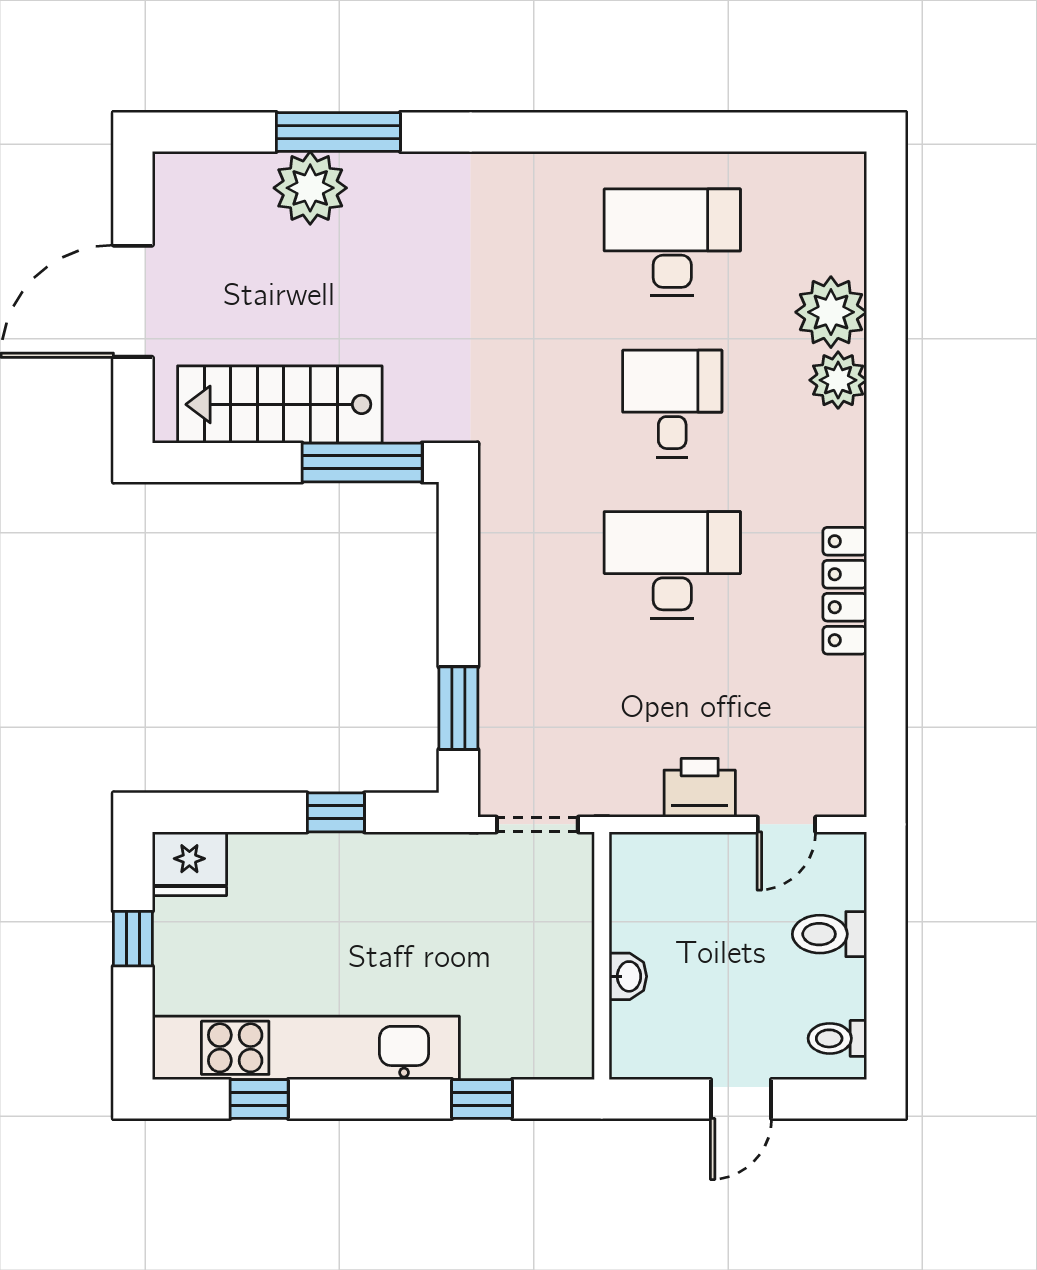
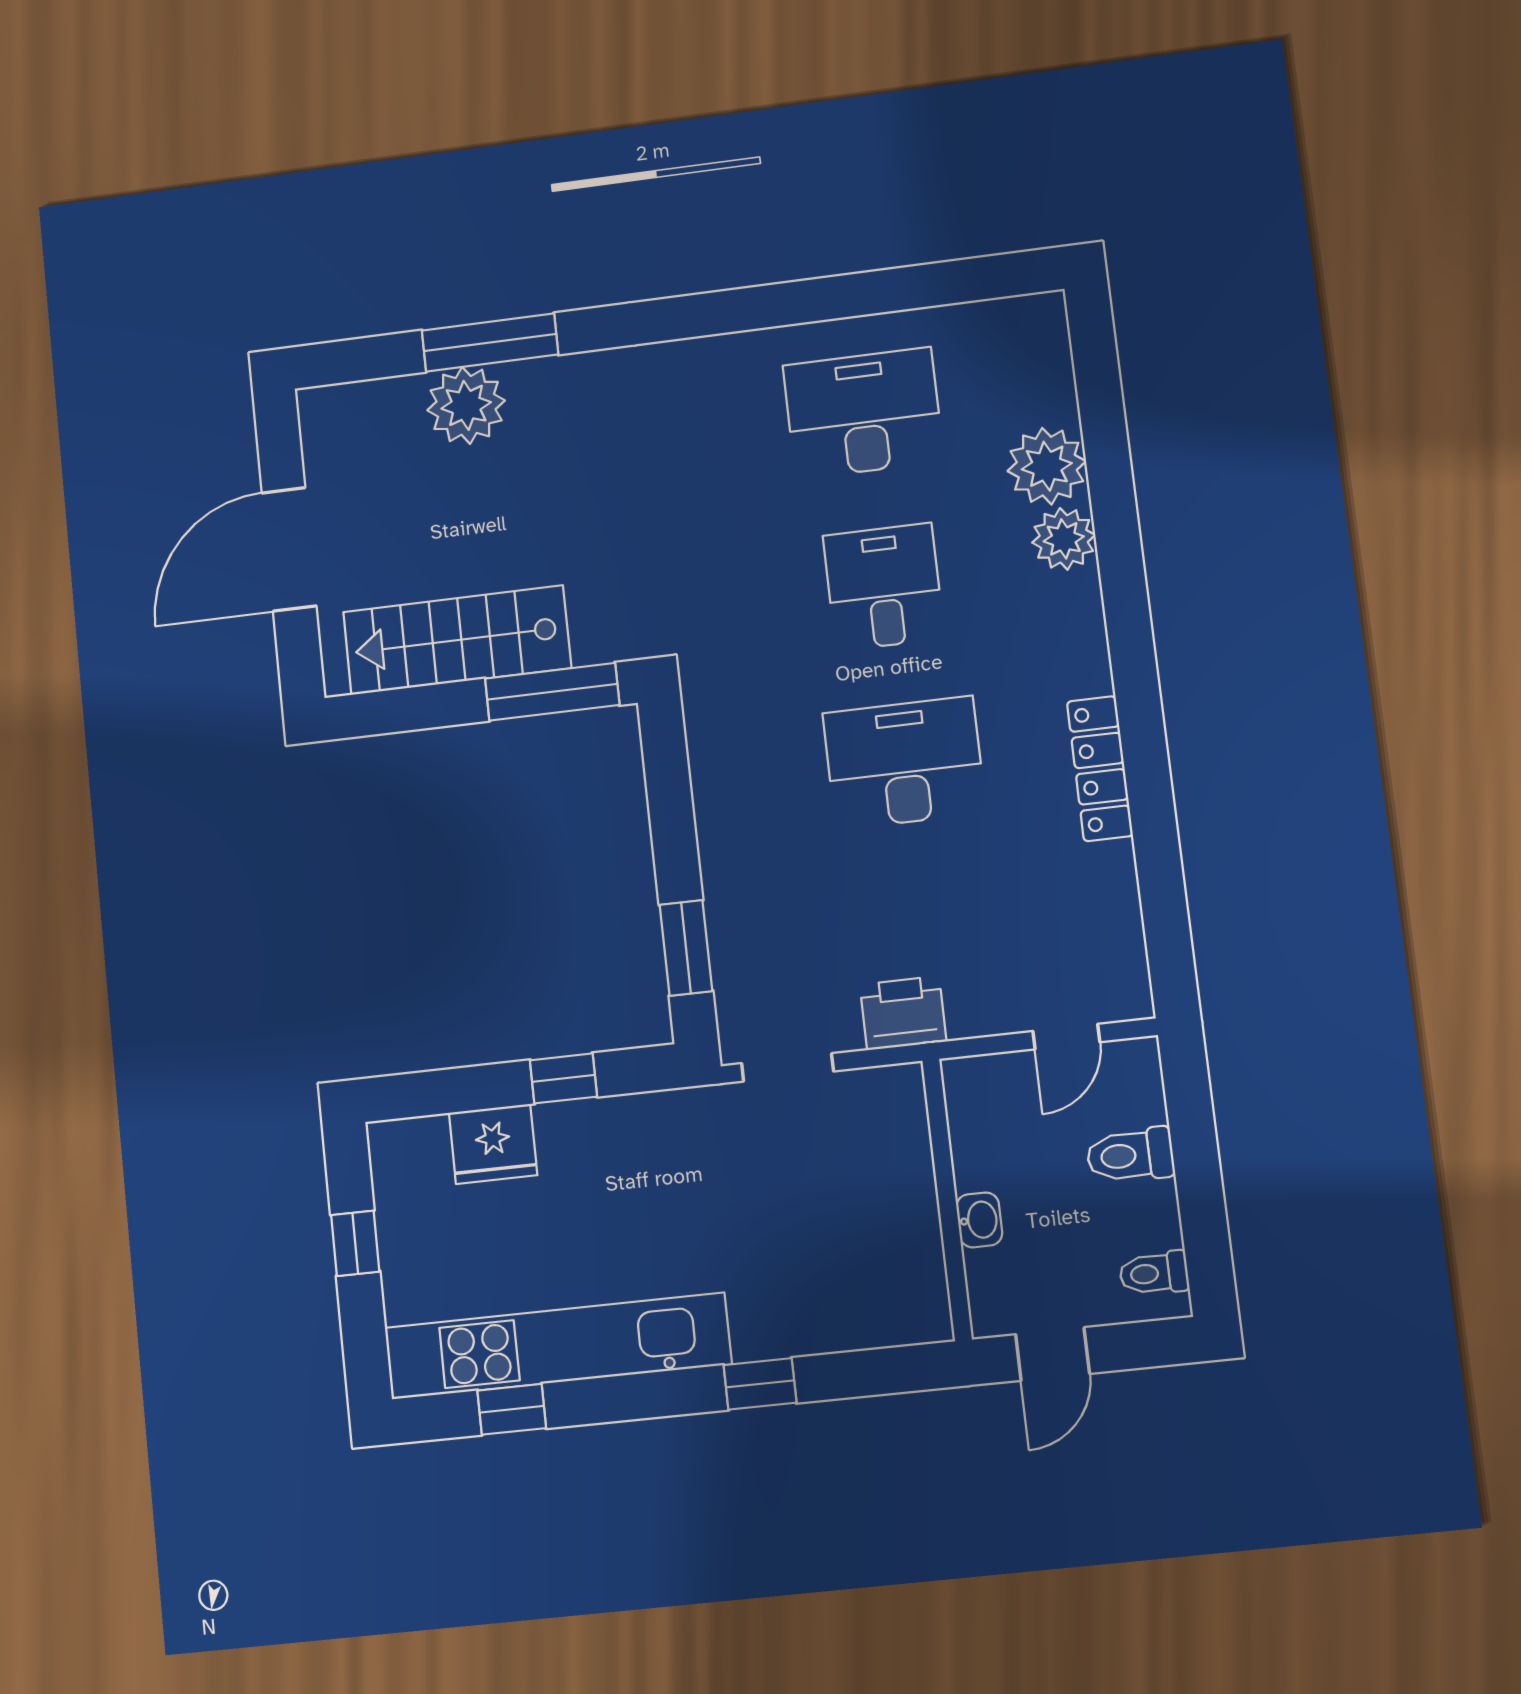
printer: (700, 788) -> (903, 1013), moved
fridge: (189, 864) -> (493, 1144), moved
wall: (602, 956) -> (947, 1199), moved
washbasin: (628, 976) -> (979, 1220), moved

